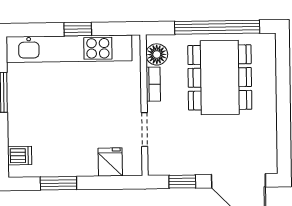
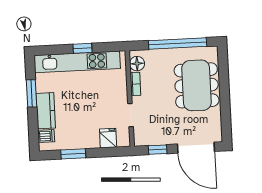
dining table: (220, 77) -> (197, 85), moved
kitchen counter: (20, 119) -> (46, 111), added

